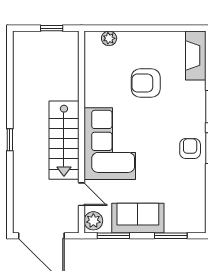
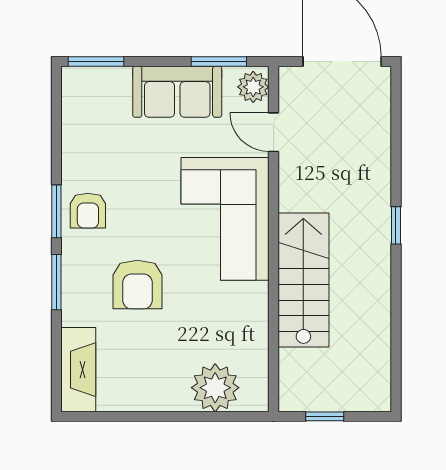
plant: (109, 38) -> (215, 388), width x1.87, depth x1.87
armchair: (146, 83) -> (137, 285), moved, turned 90
stairs: (64, 140) -> (303, 280), moved
window: (171, 236) -> (96, 61), moved

